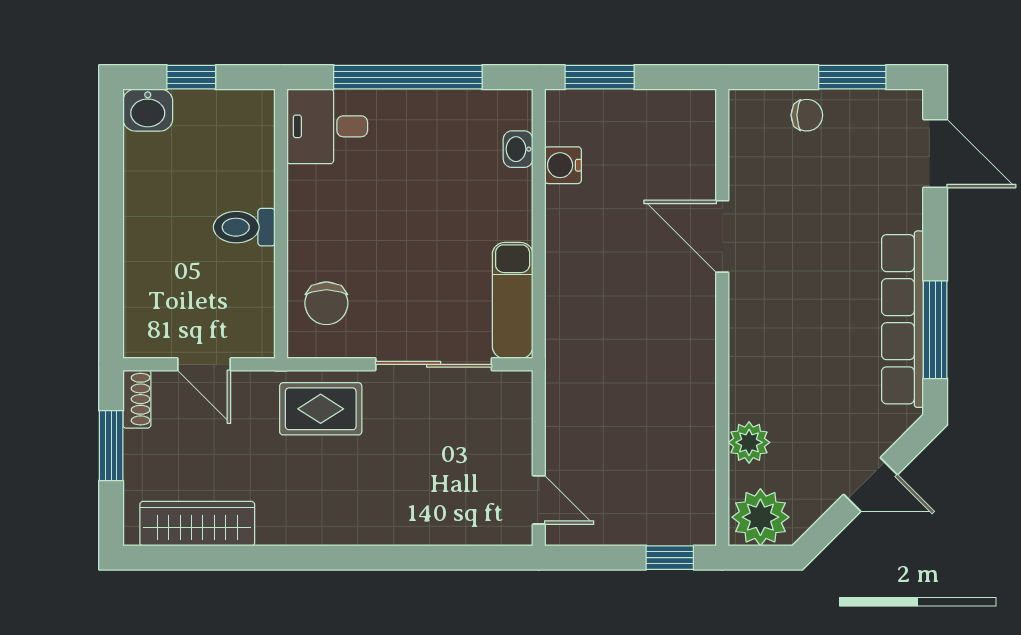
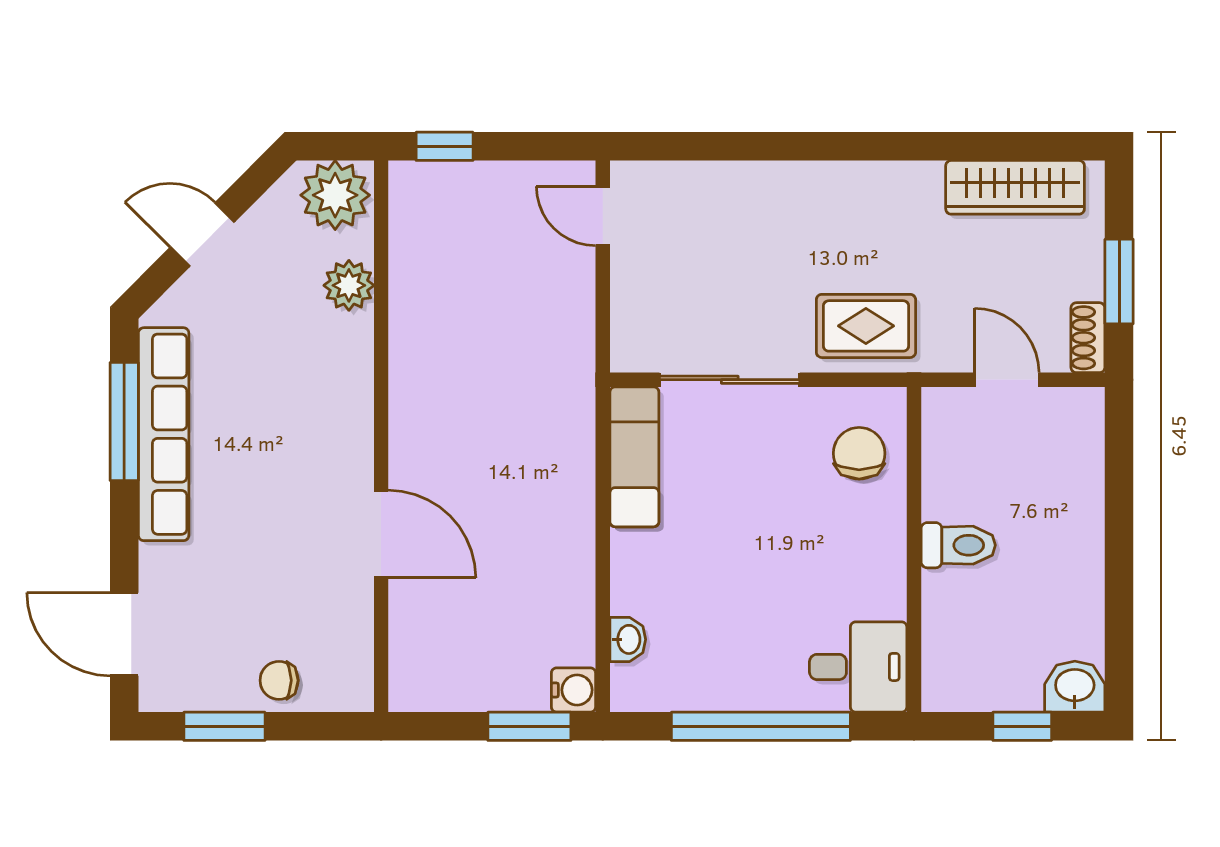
water cooler: (563, 165) -> (574, 690), moved

